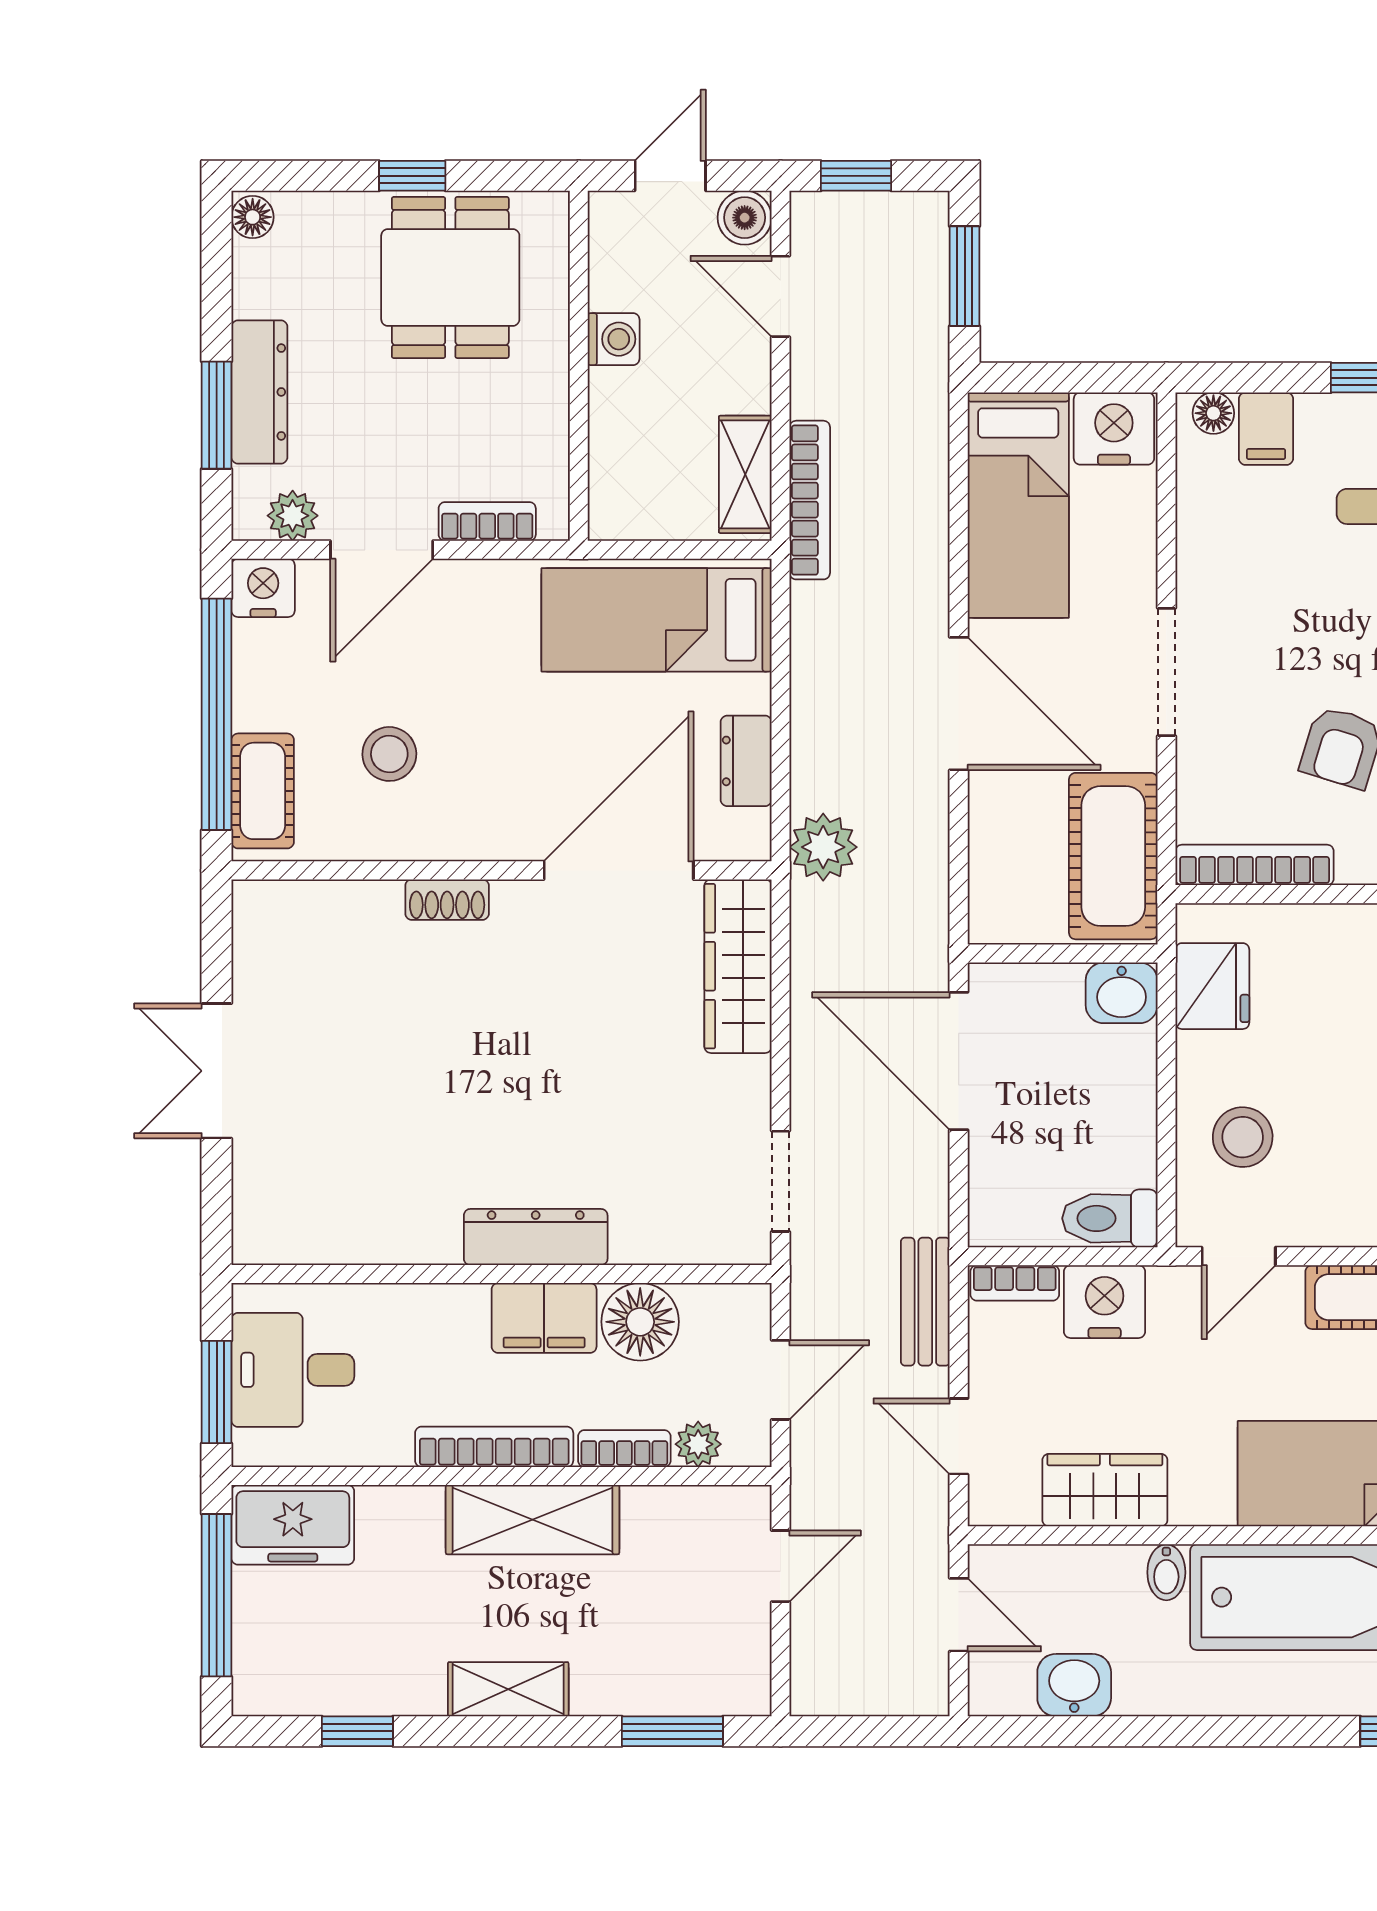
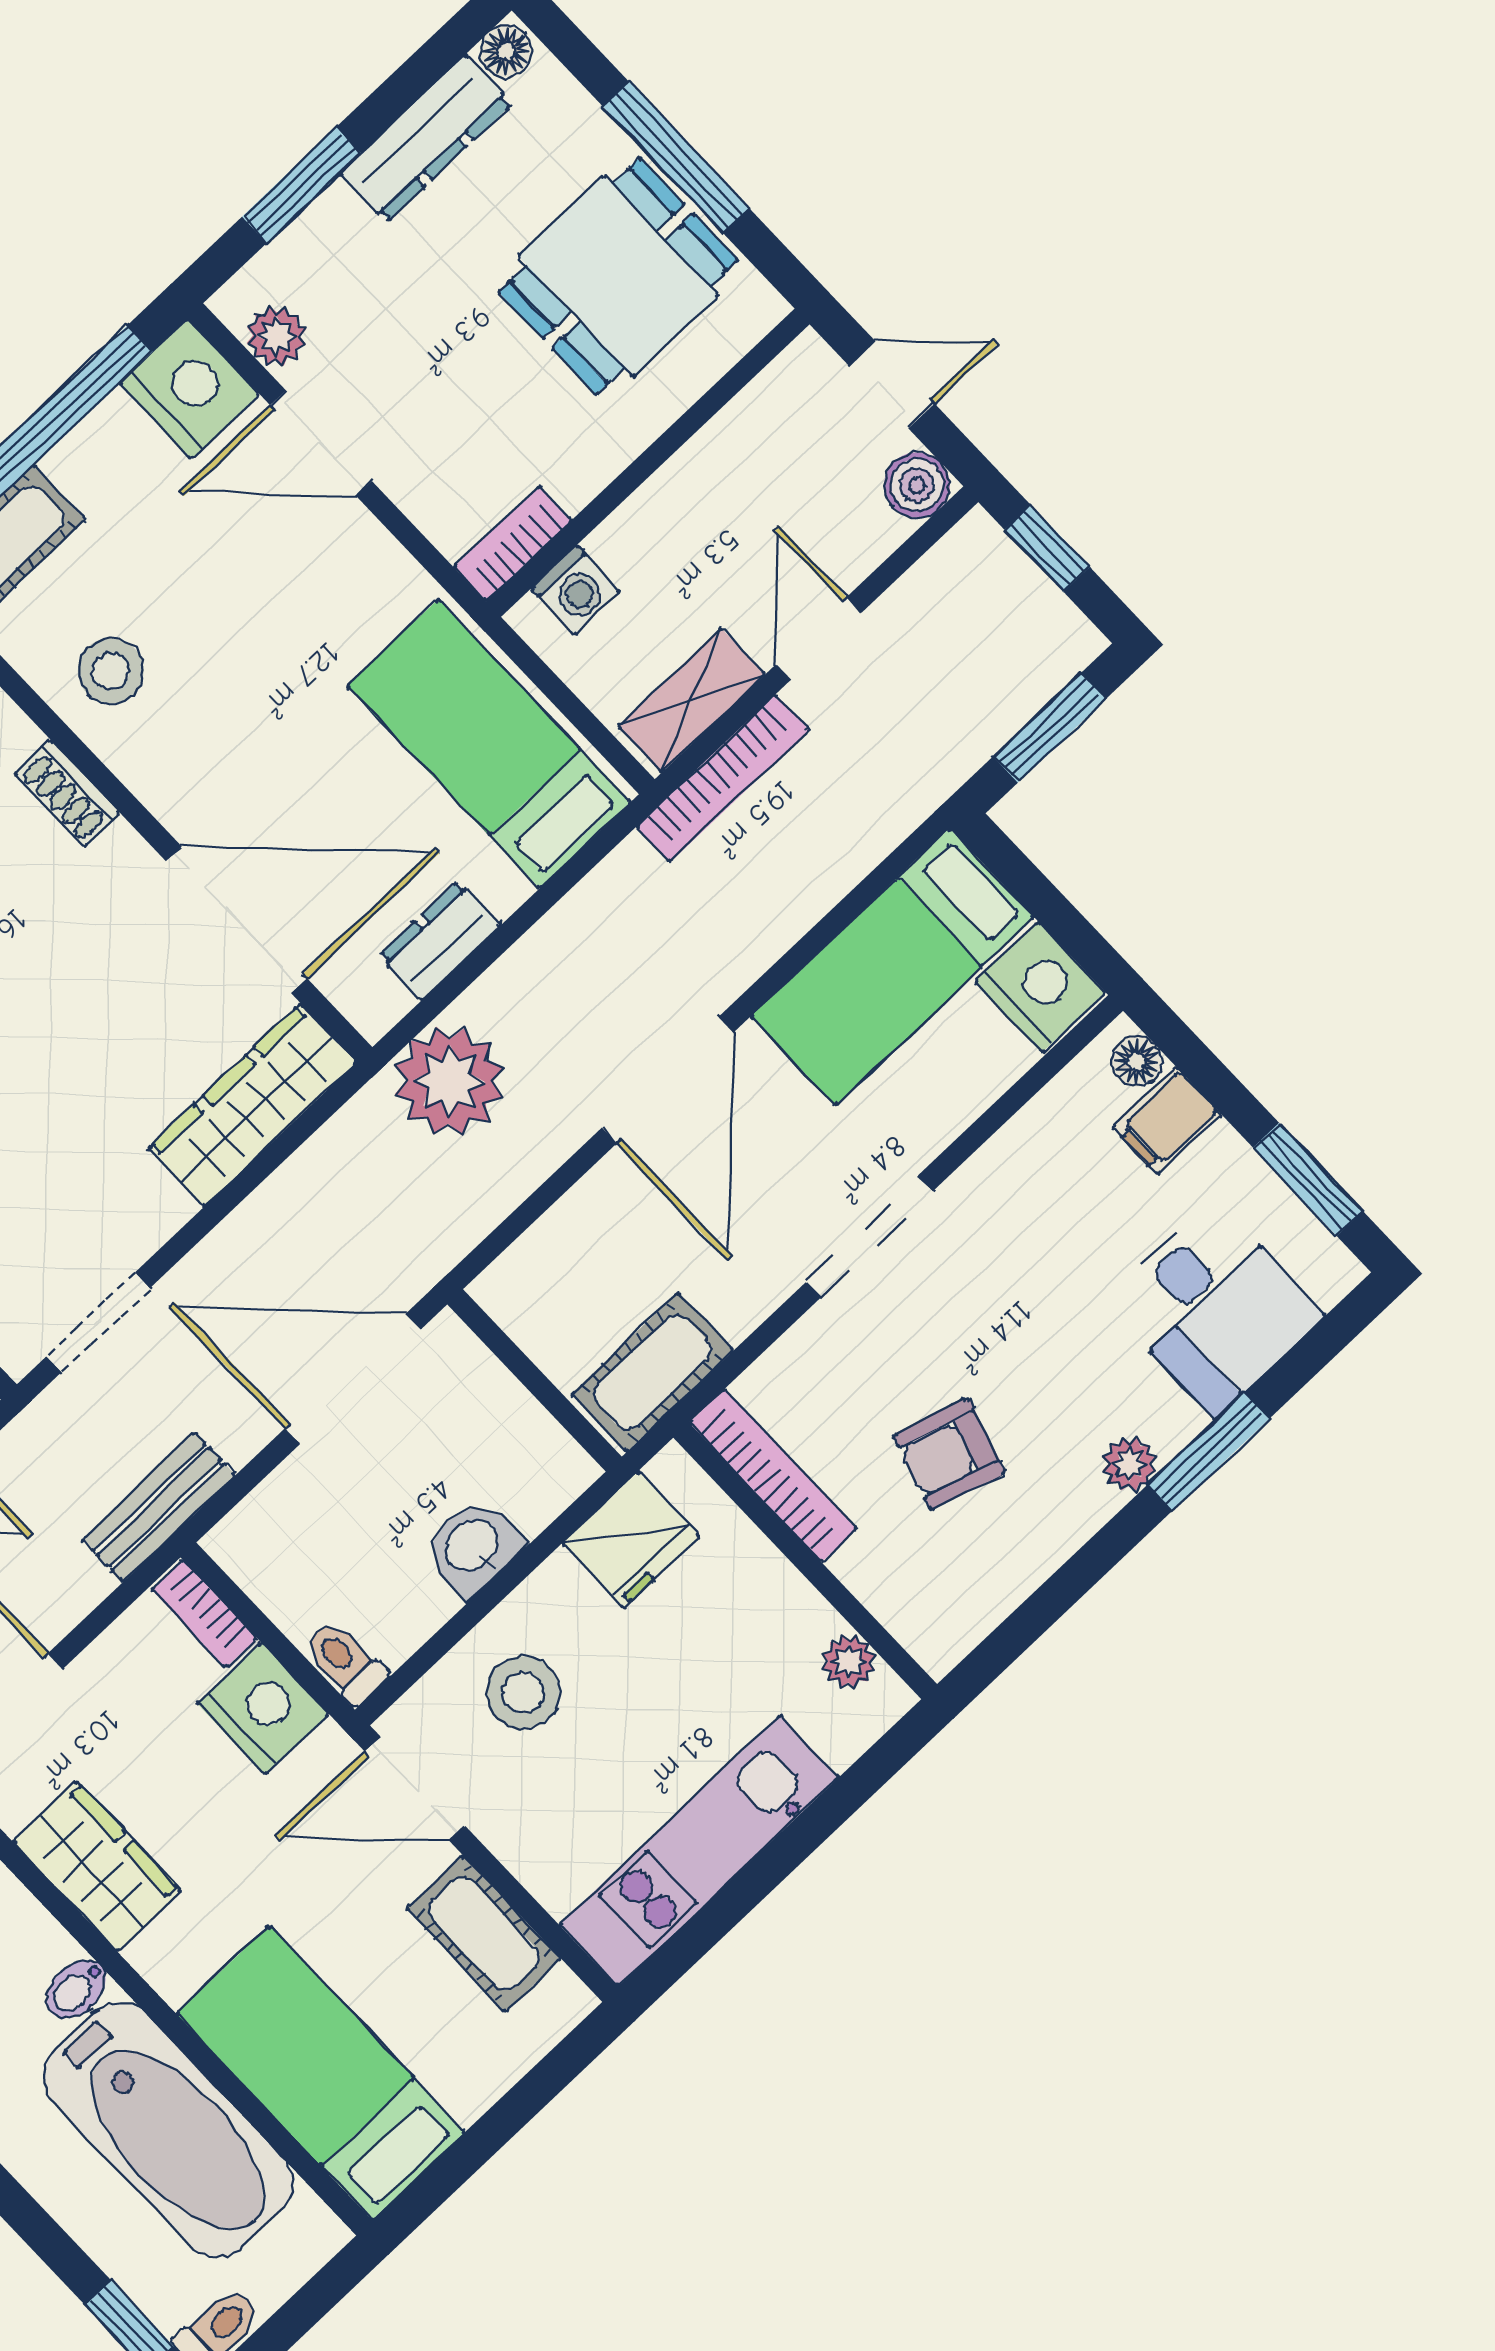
window: (412, 176) -> (676, 157), width x2.17
door: (781, 296) -> (818, 639), moved
washing machine: (614, 339) -> (575, 590), moved
dresser: (259, 392) -> (426, 139), moved
bookcase: (487, 521) -> (513, 544), moved, turned -90
nightstand: (263, 588) -> (189, 388), width x1.36, depth x1.33
stool: (389, 754) -> (111, 671), moved
plant: (823, 847) -> (449, 1081), width x1.36, depth x1.36
cot: (1113, 856) -> (652, 1372), width x0.73, depth x0.75
washbasin: (1122, 993) -> (473, 1547), moved, turned 90
door: (959, 1061) -> (353, 1379), hinge flipped
toilet: (1110, 1218) -> (345, 1662), width x0.73, depth x0.72
door: (1239, 1256) -> (415, 1789), width x1.38
bench: (925, 1302) -> (159, 1507), moved

